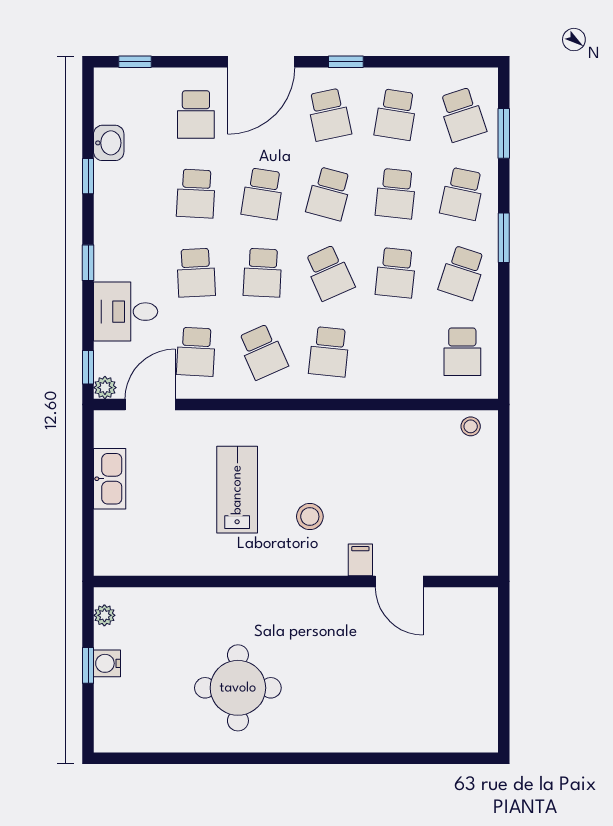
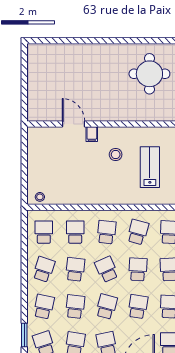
window: (504, 238) -> (24, 286), removed
school desk: (263, 352) -> (138, 232), turned 39
school desk: (396, 352) -> (75, 232), added
lab bench: (237, 490) -> (150, 167), turned 180

